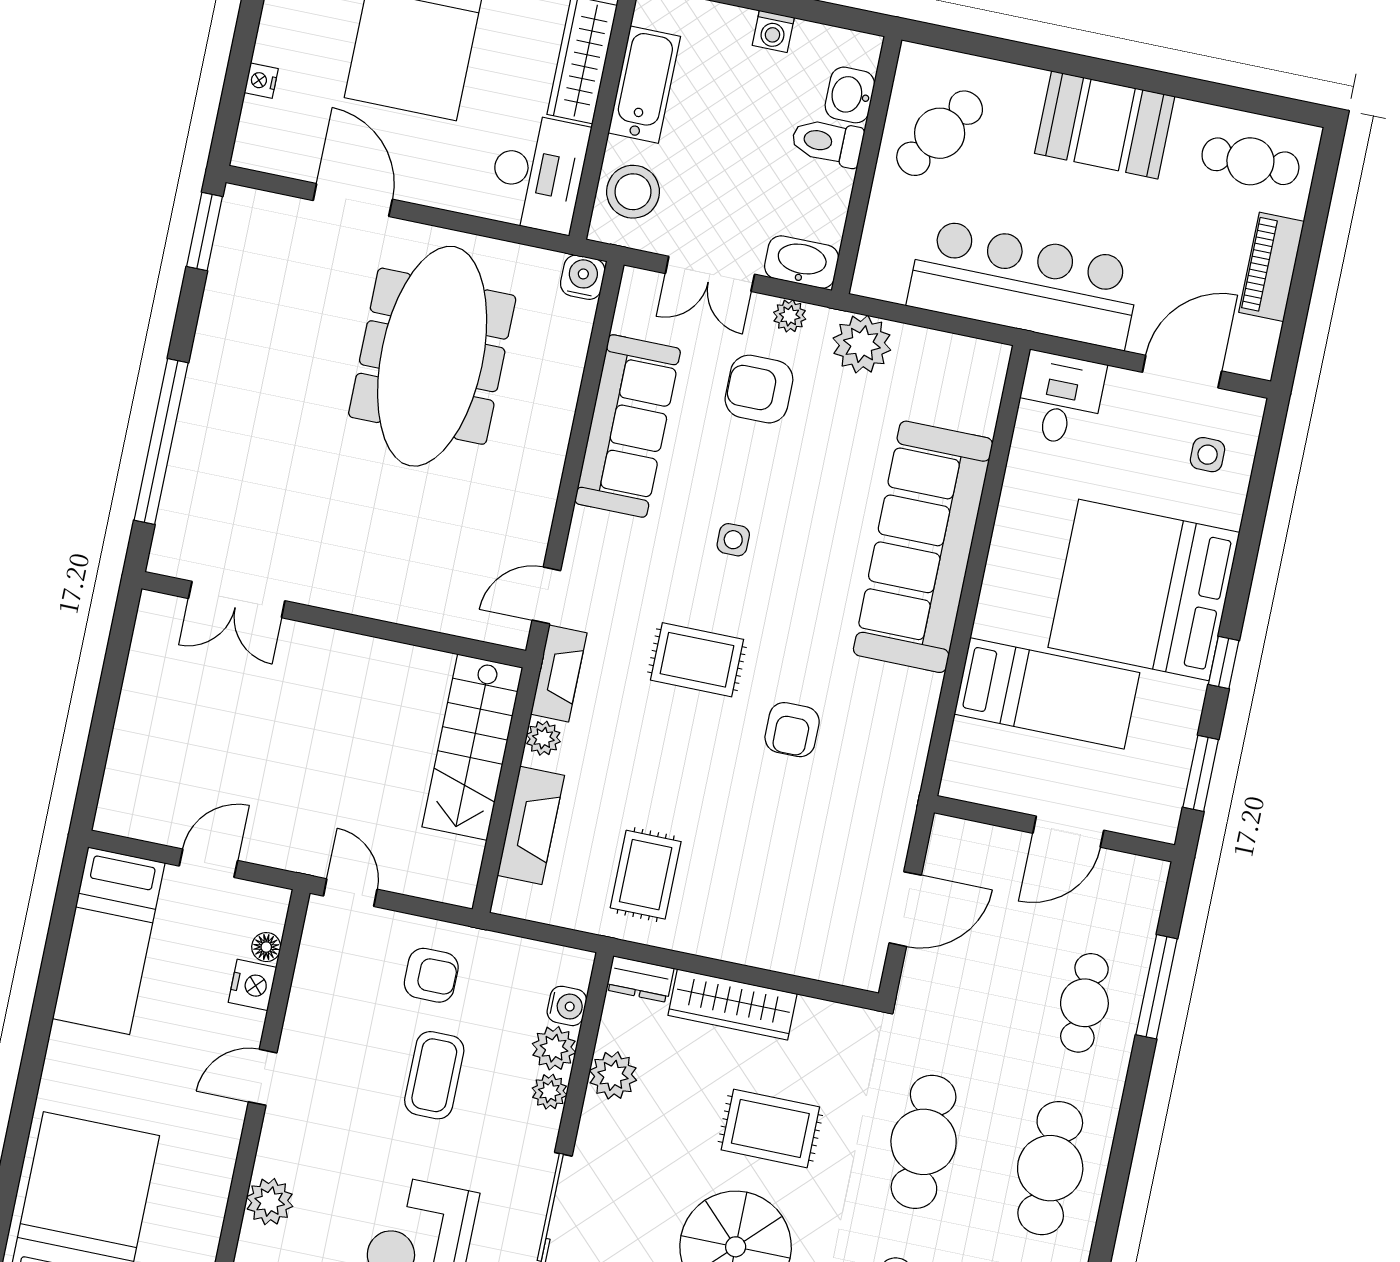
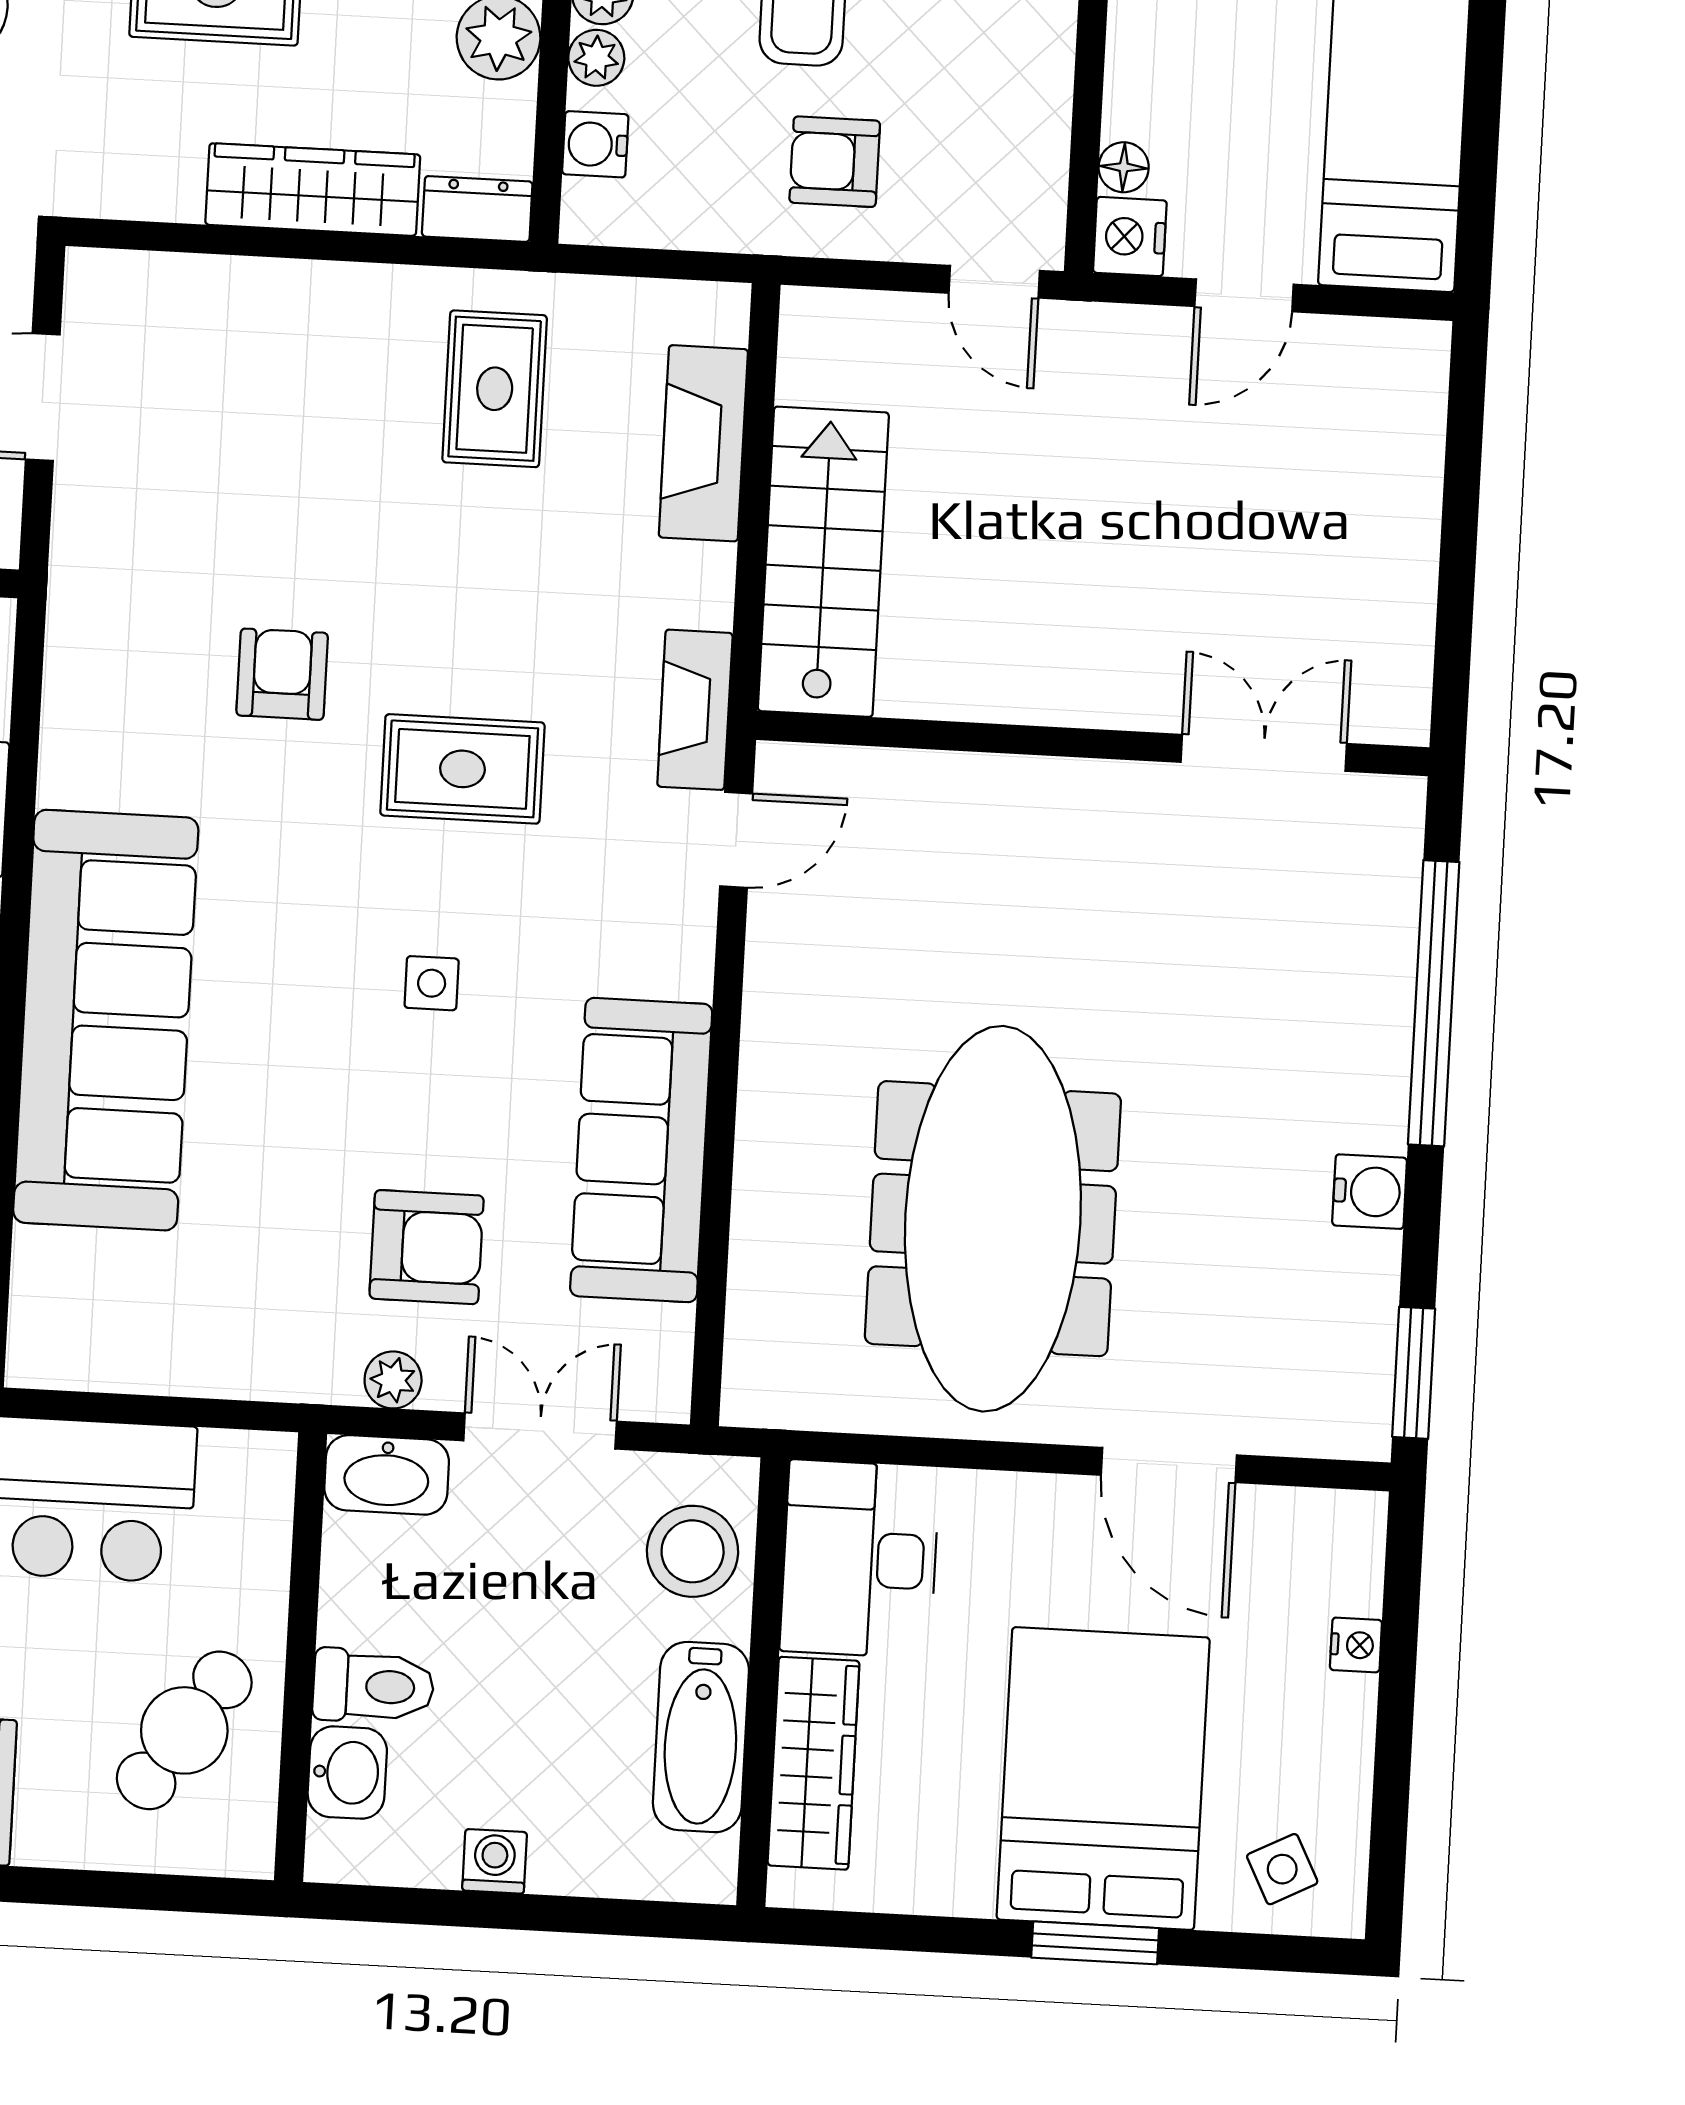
water cooler: (583, 277) -> (1370, 1192), moved, turned -90
plant: (862, 344) -> (262, 1350), removed
plant: (543, 738) -> (705, 595), removed
nightstand: (253, 985) -> (1130, 237), moved
plant: (554, 1048) -> (596, 58), width x0.73, depth x0.73

